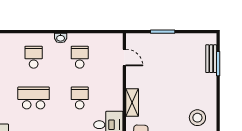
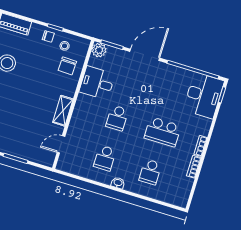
door: (124, 58) -> (61, 144), hinge flipped
shelving: (132, 103) -> (63, 111), moved

